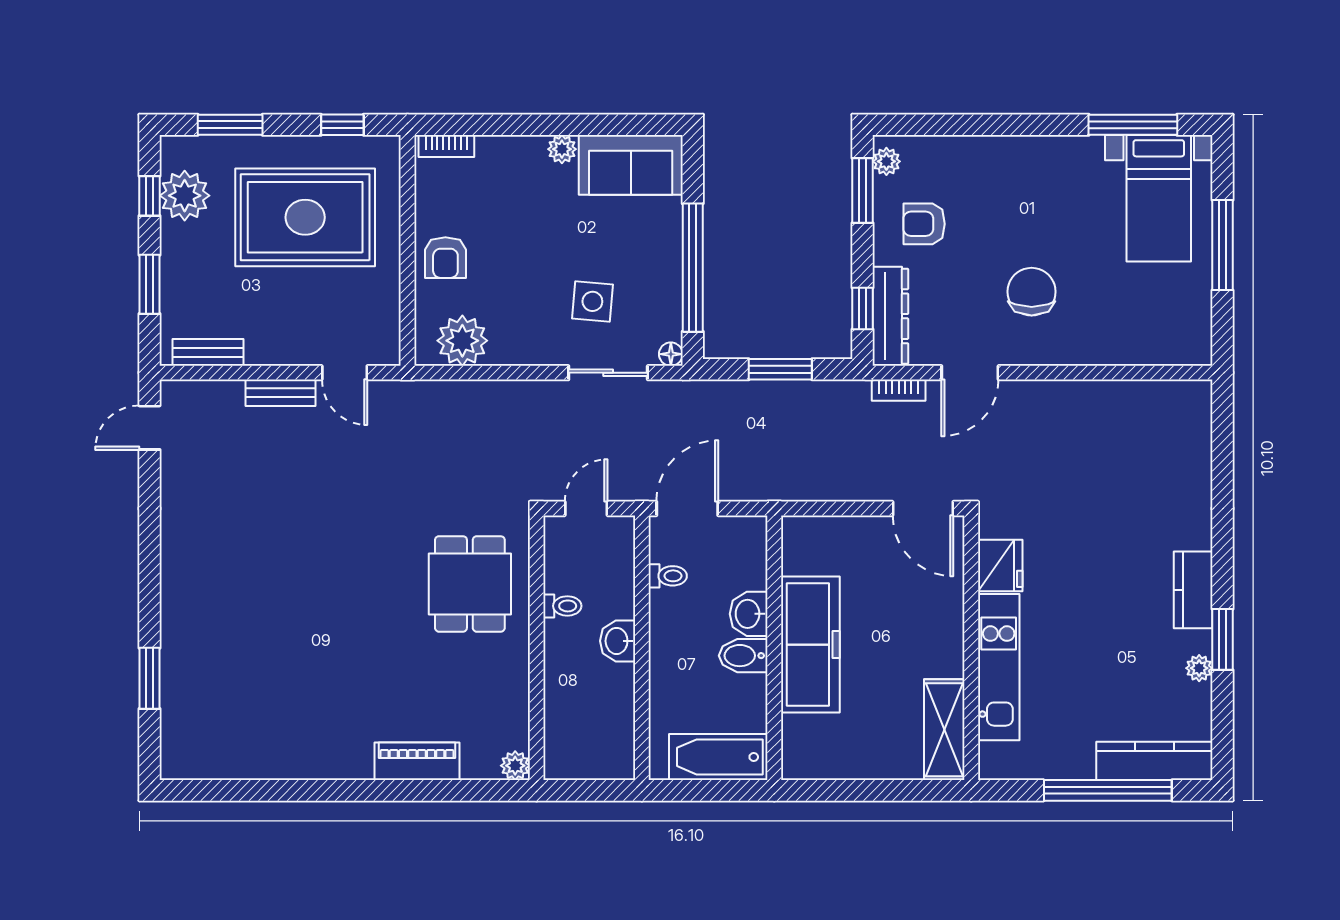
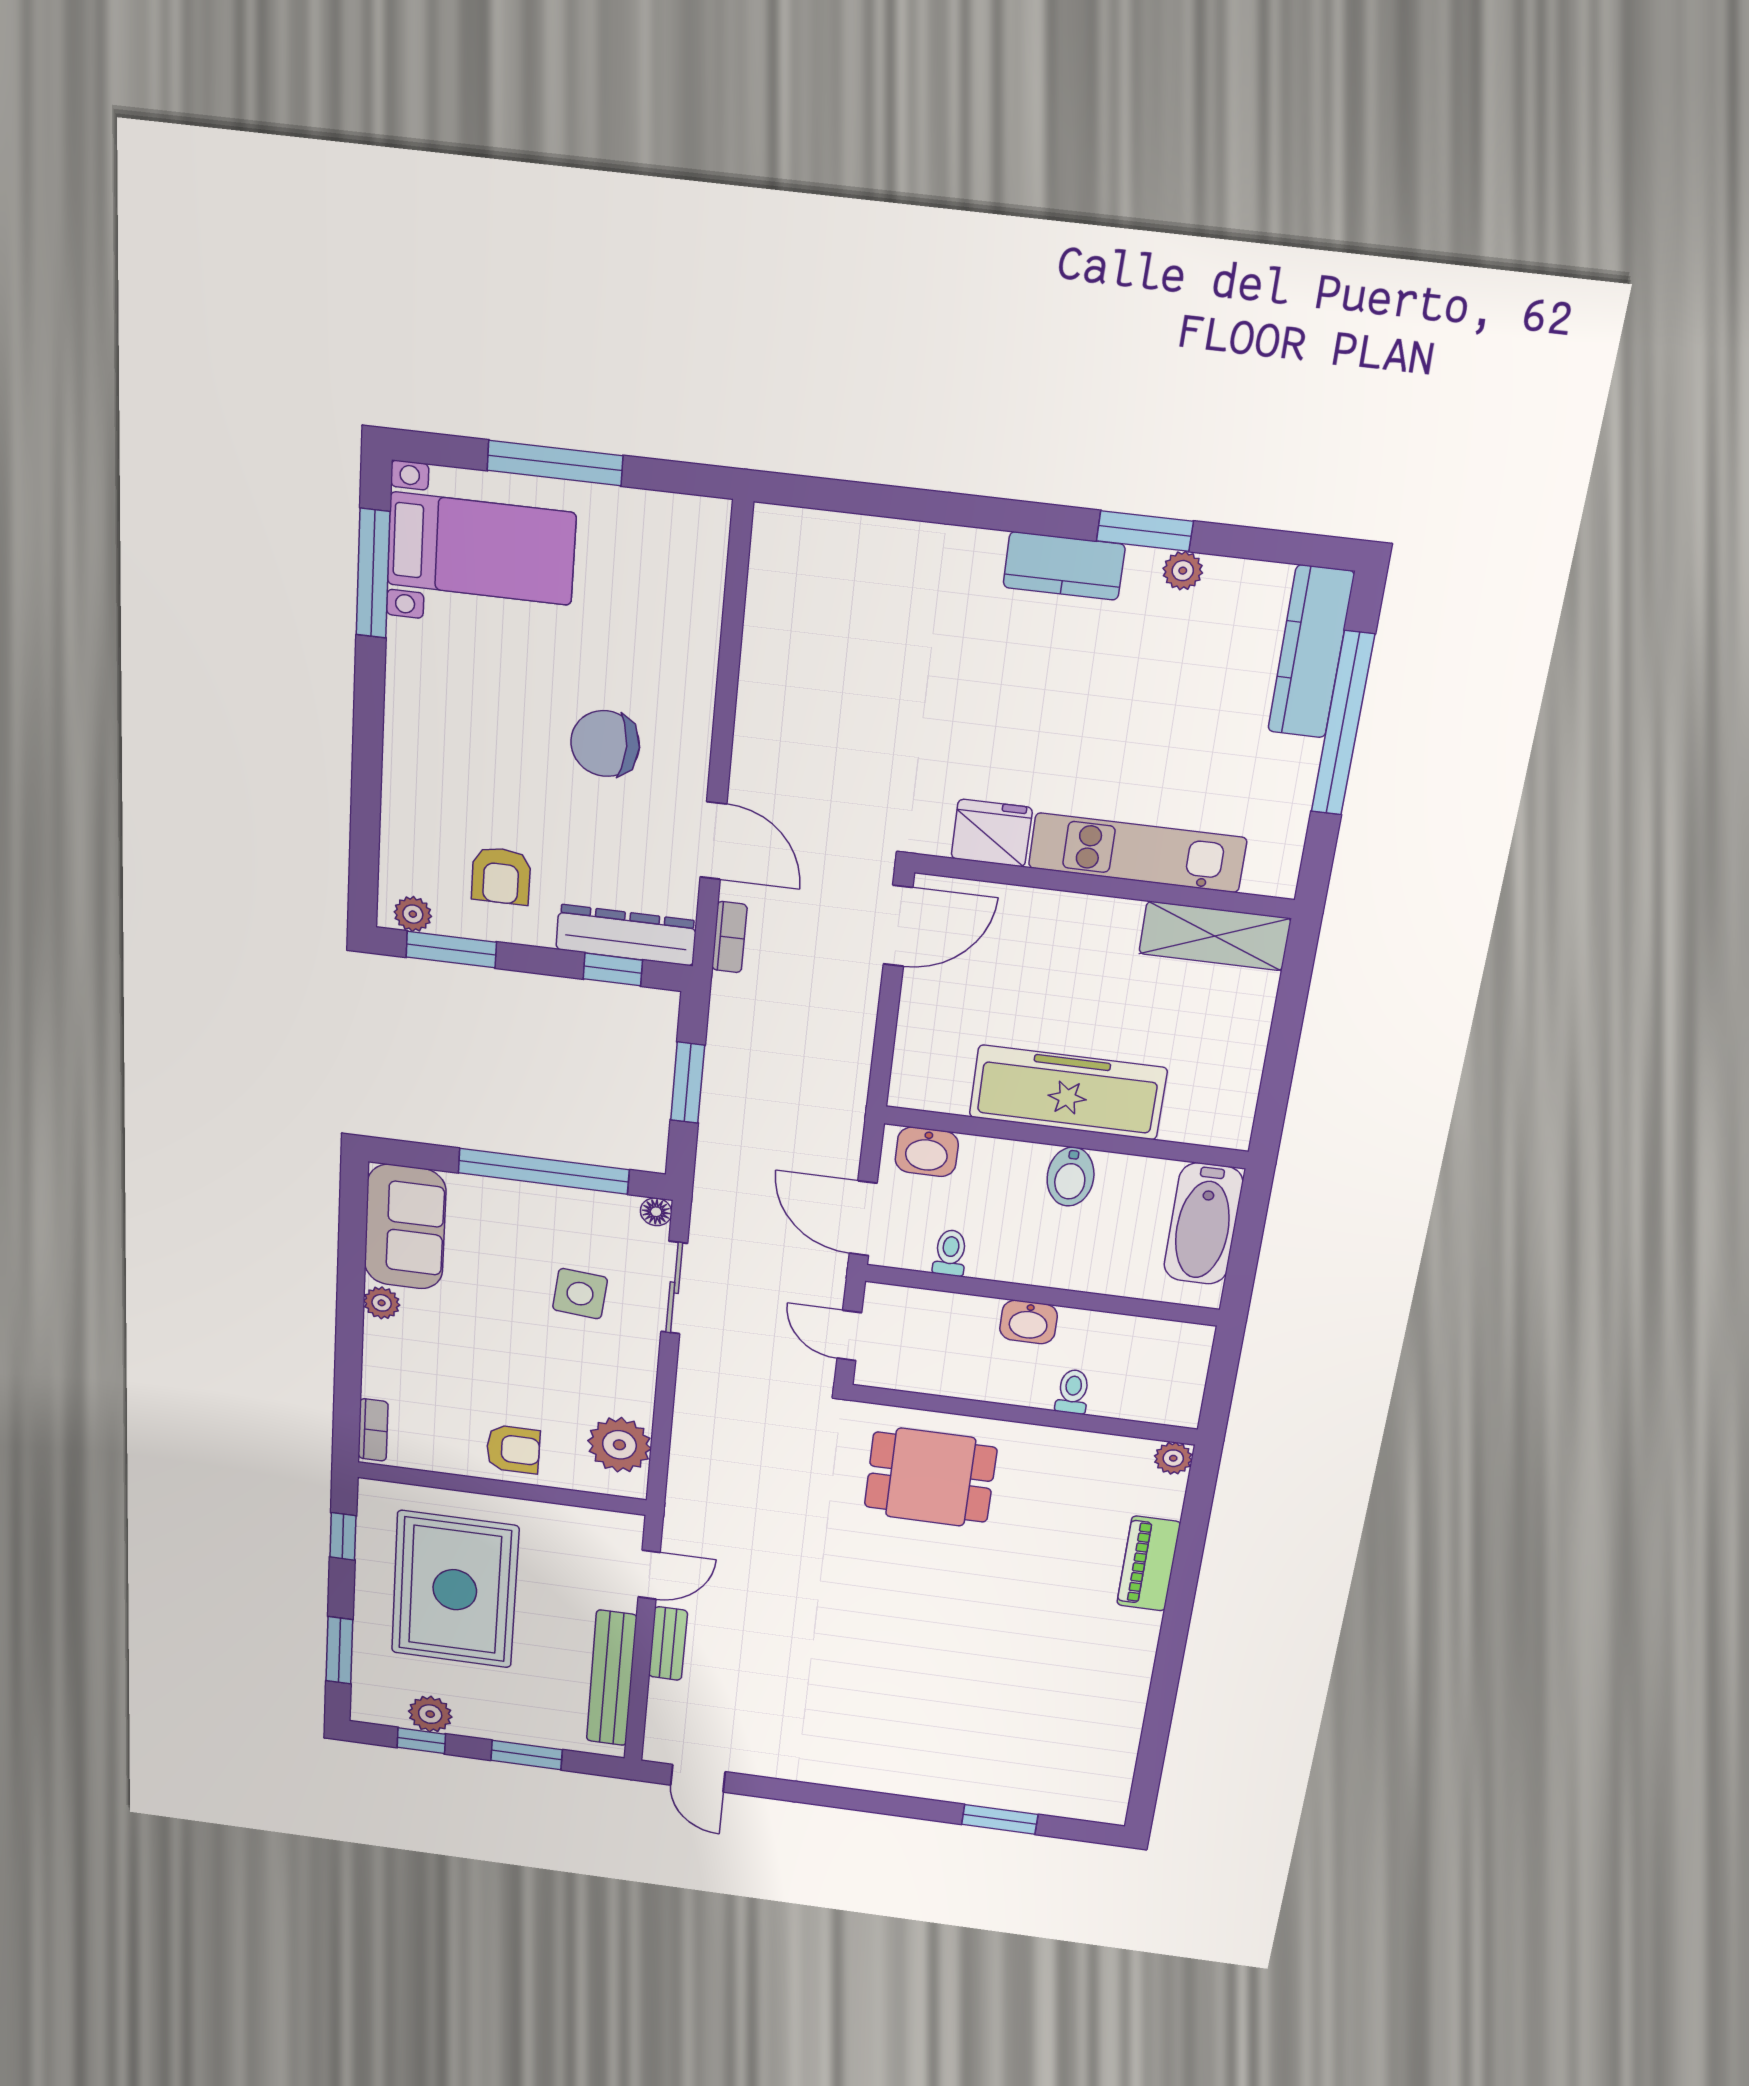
plant: (185, 196) -> (430, 1714), width x0.73, depth x0.73
bench: (208, 352) -> (611, 1678), width x1.86, depth x1.21
toilet: (562, 606) -> (1073, 1392), moved
washbasin: (749, 614) -> (927, 1152), moved

